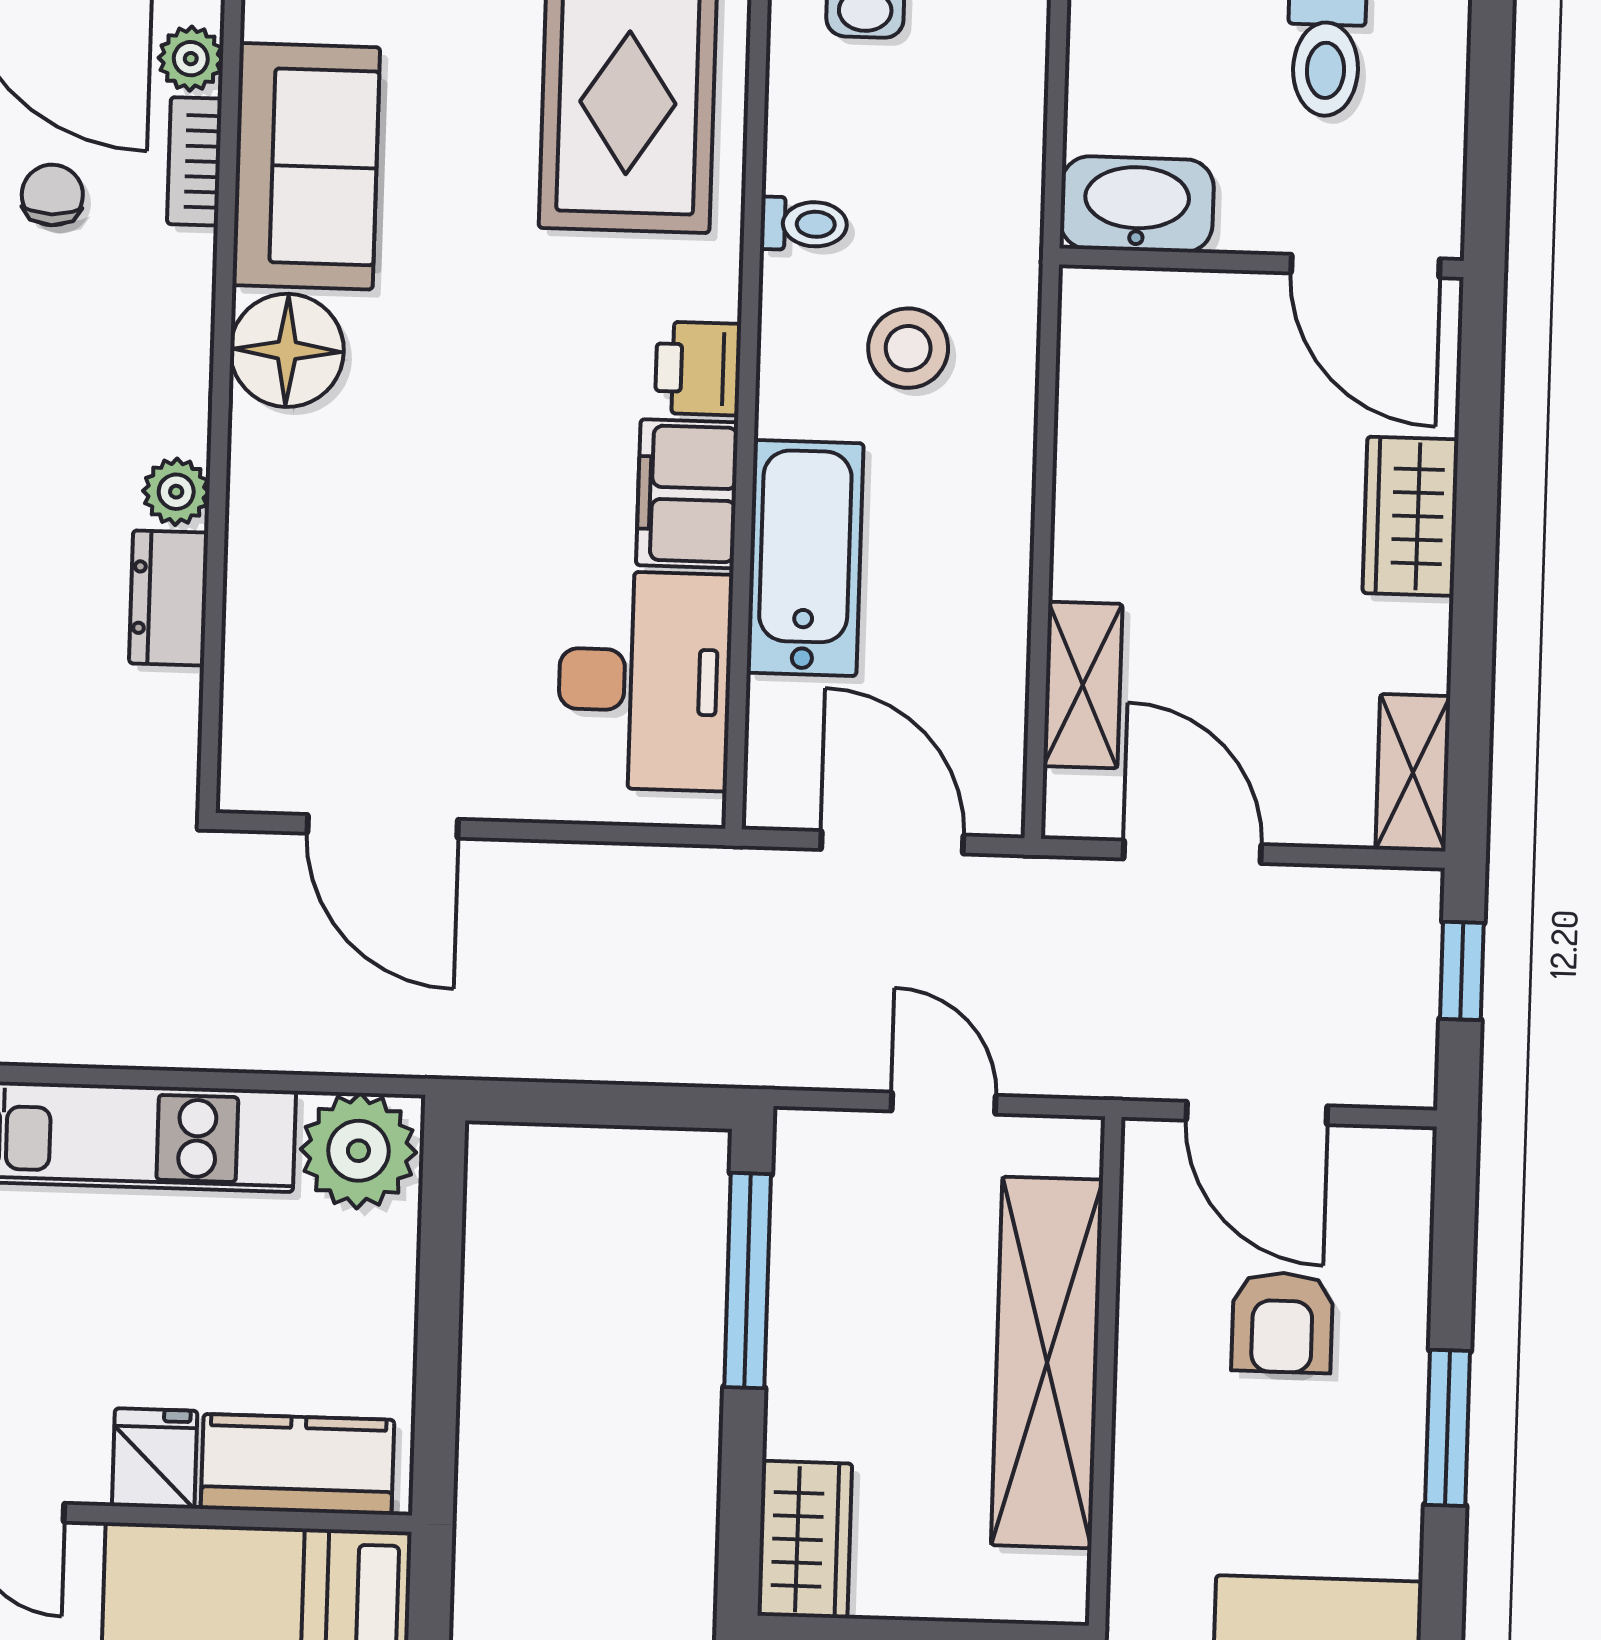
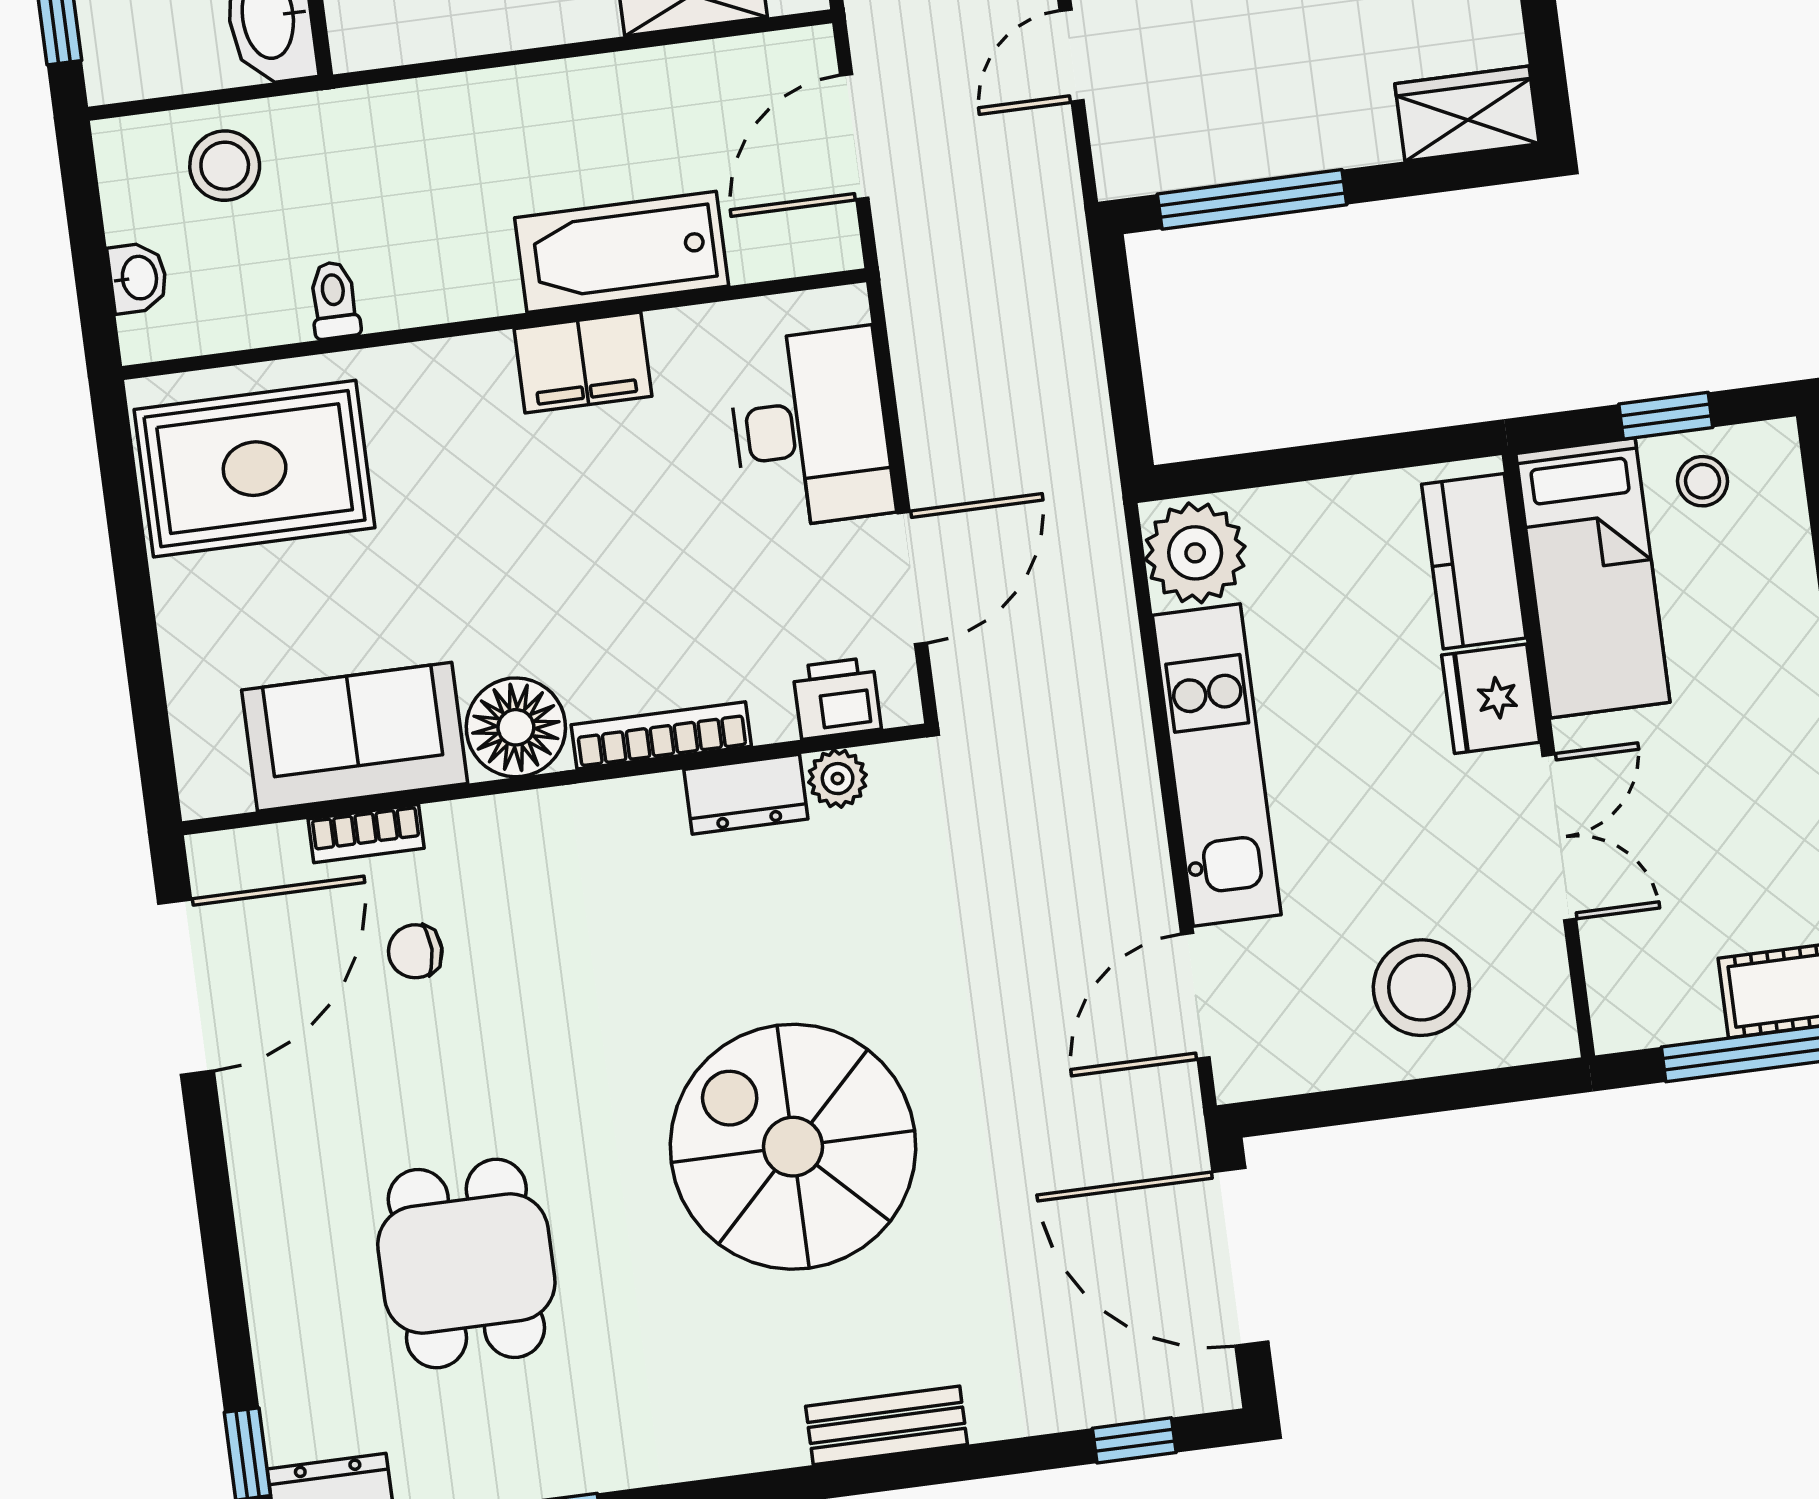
plant: (191, 59) -> (278, 851), removed
stool: (908, 348) -> (225, 166), moved
printer: (698, 368) -> (837, 698), moved, turned 180
plant: (176, 492) -> (838, 779), moved
bookcase: (251, 513) -> (661, 735), added
desk: (645, 681) -> (810, 428), moved, turned 90
fridge: (155, 1458) -> (1491, 699), width x1.38

